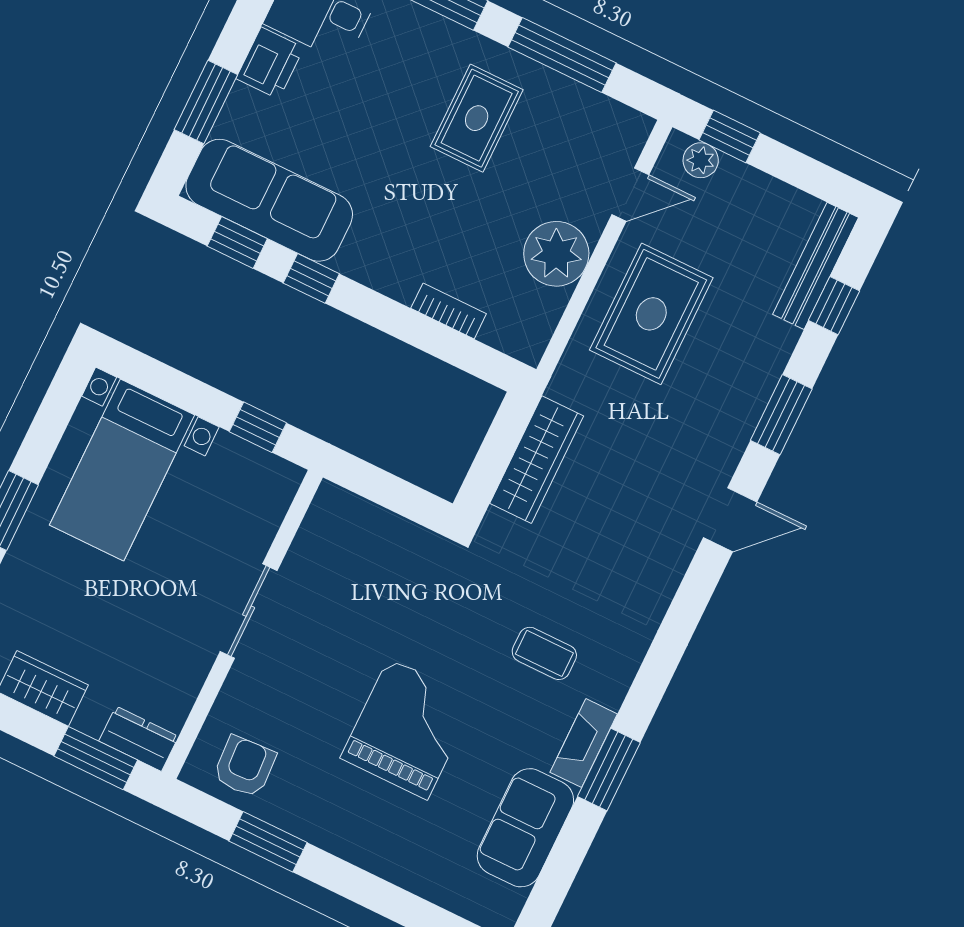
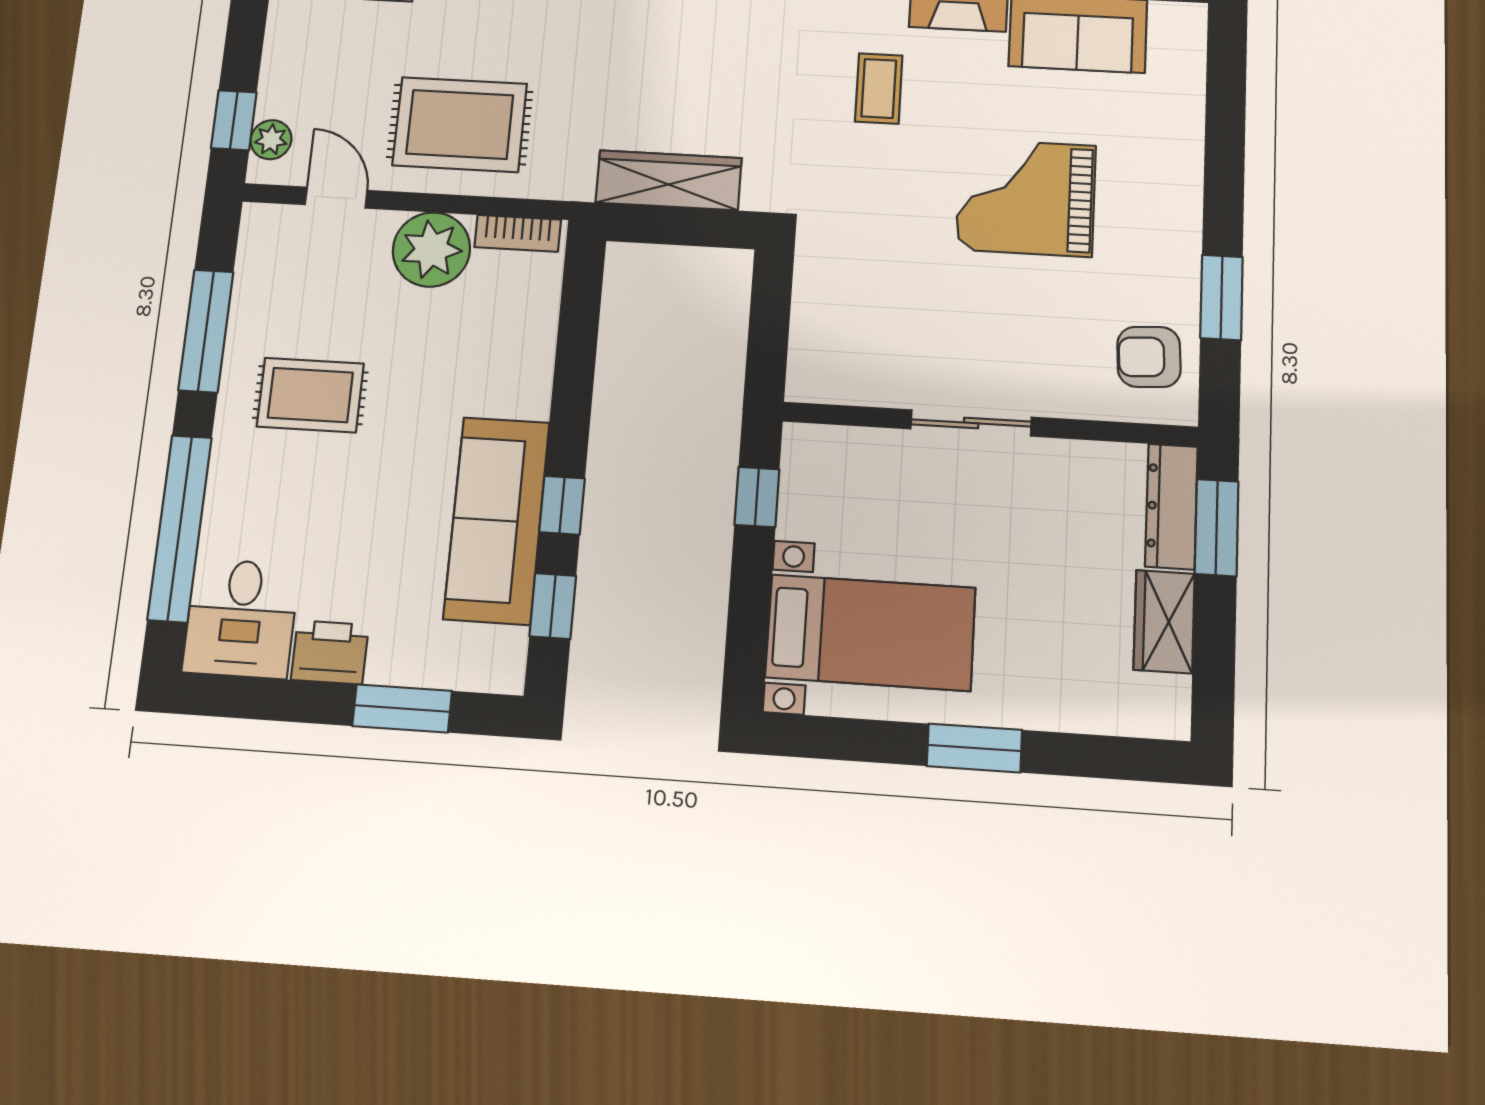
sofa: (269, 200) -> (497, 520), moved
bookcase: (449, 311) -> (518, 233), moved, turned -90
dresser: (139, 739) -> (1171, 506), width x1.44

